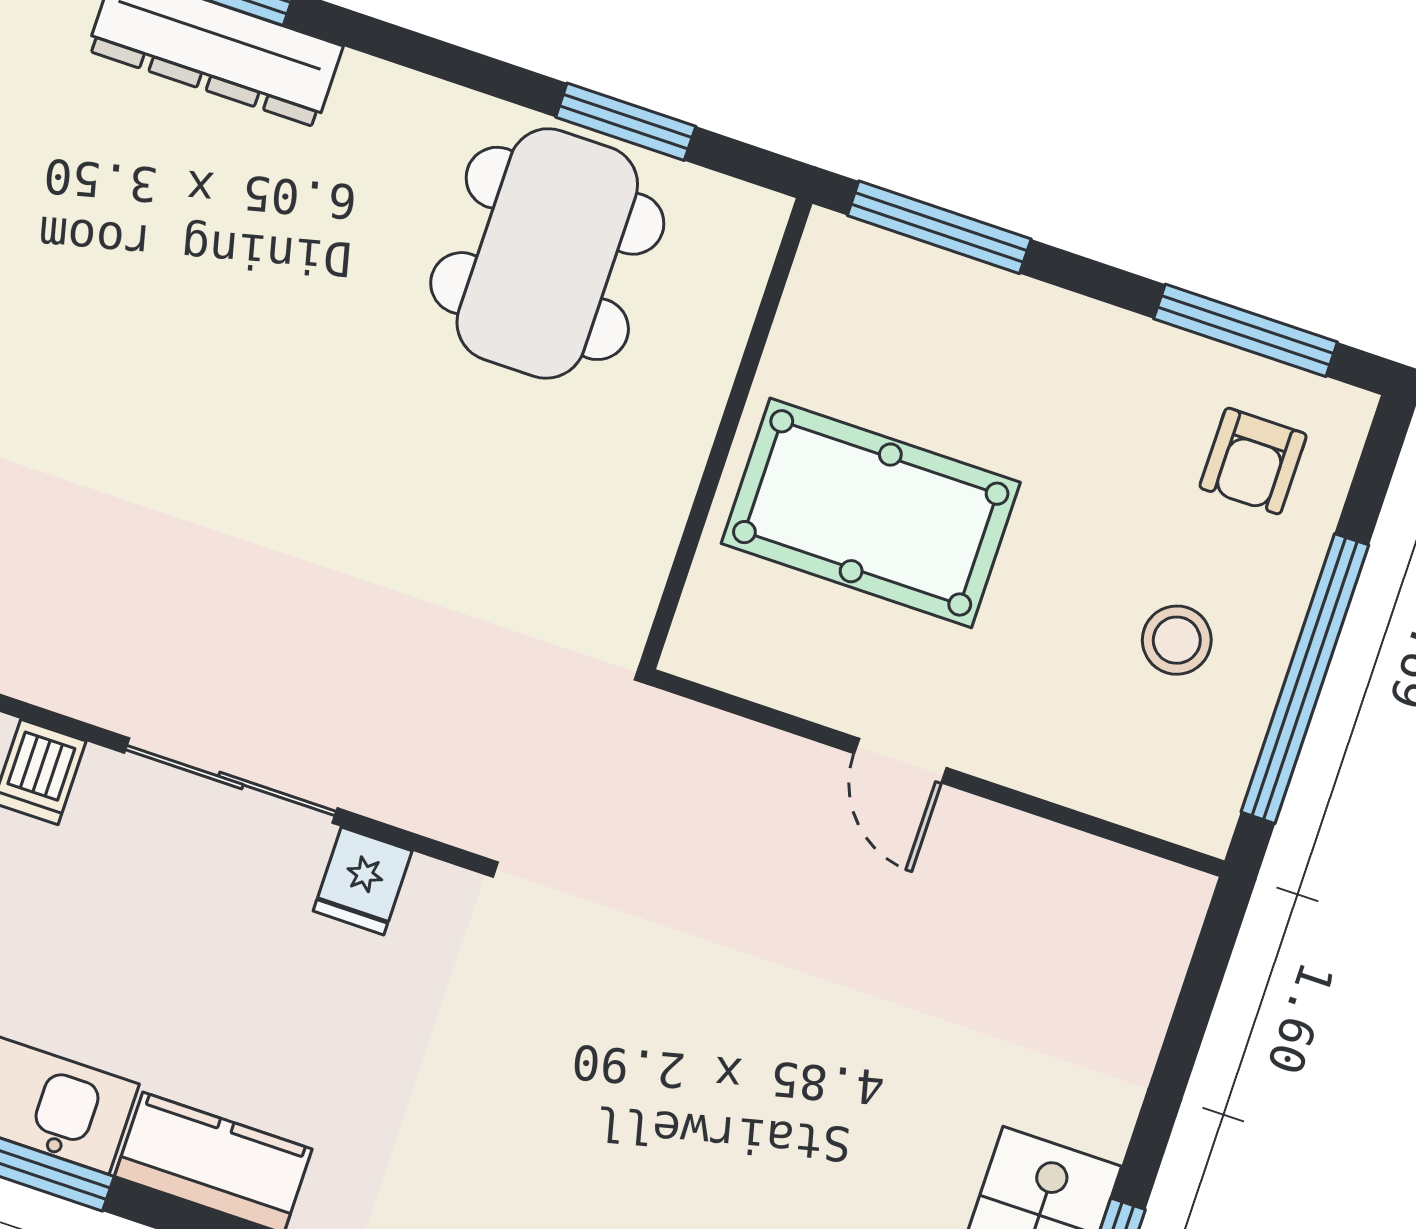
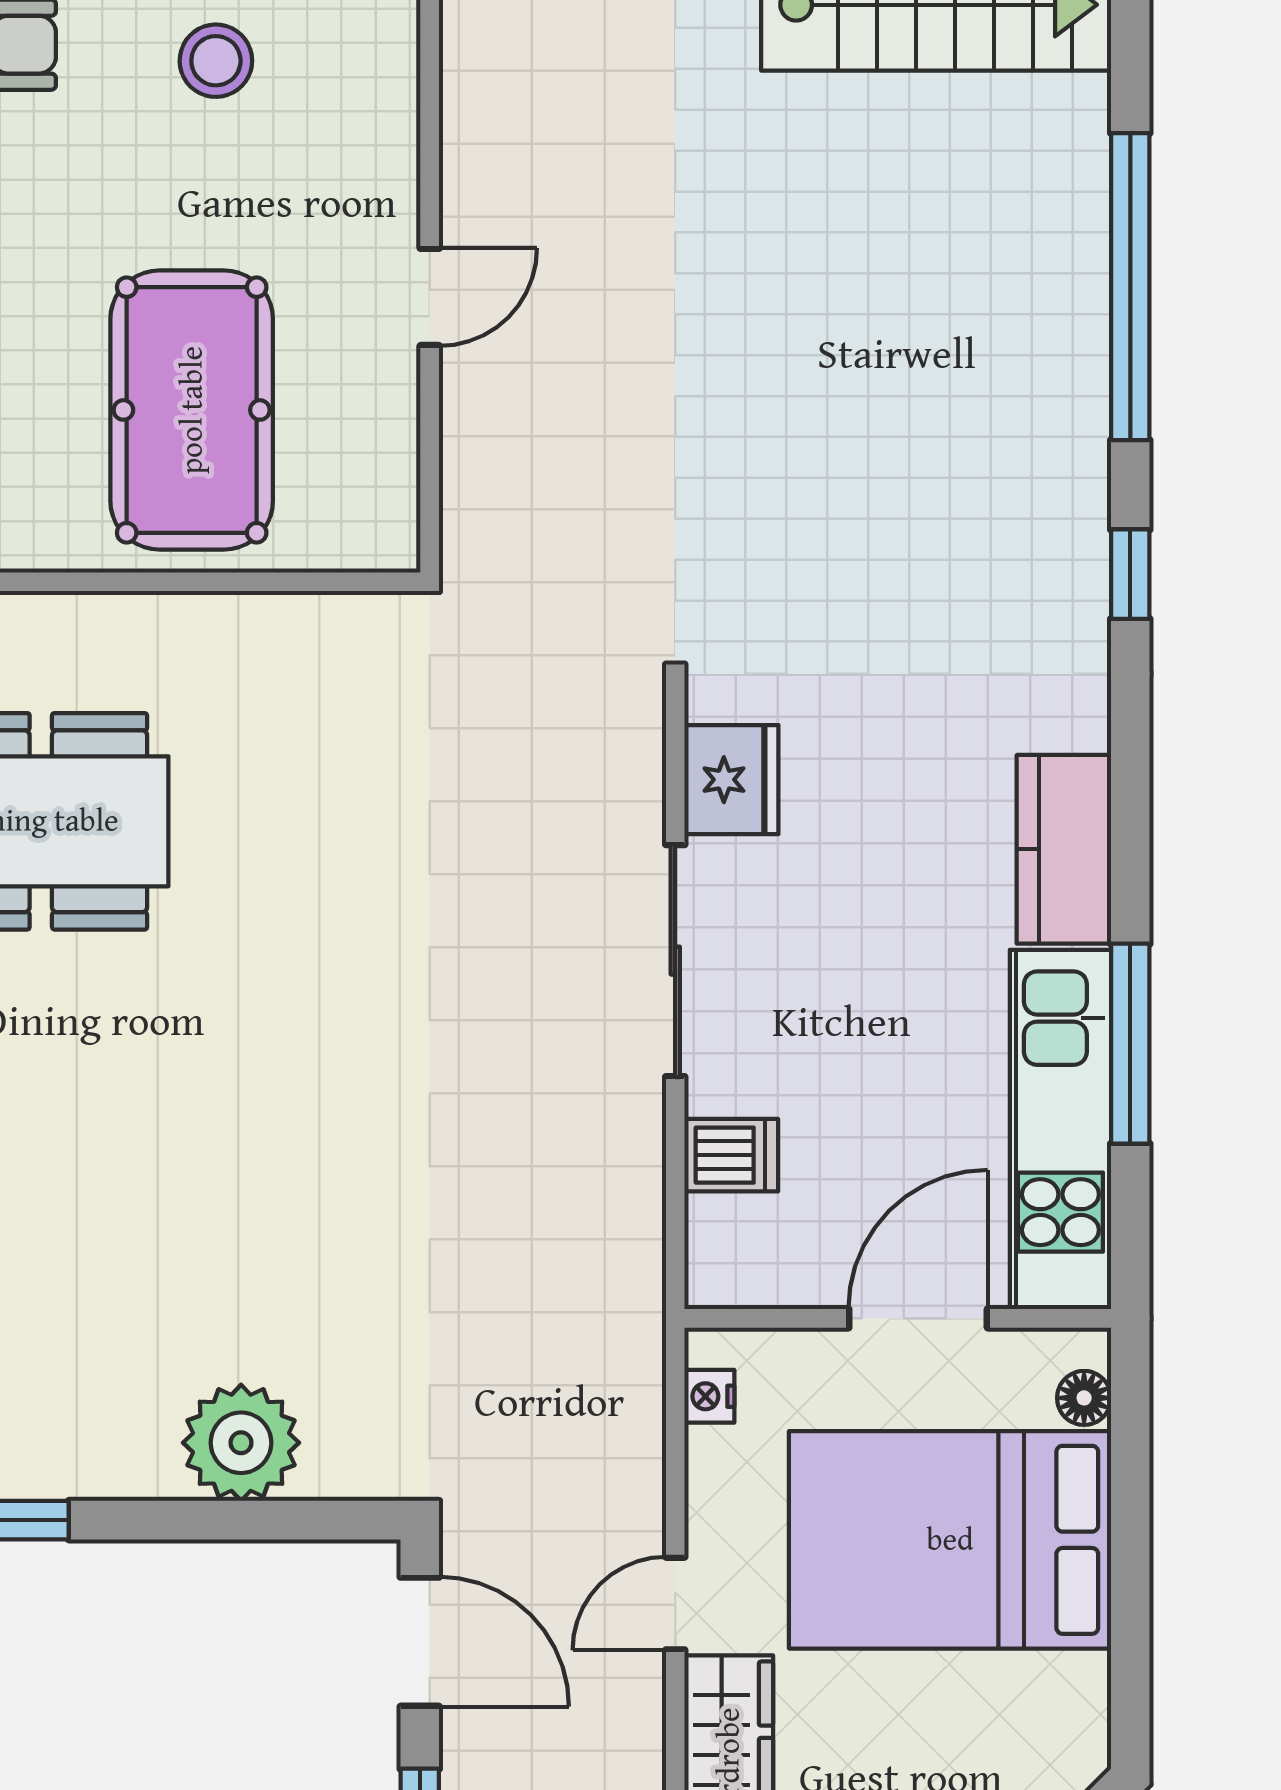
fridge: (363, 881) -> (731, 780), width x1.38

